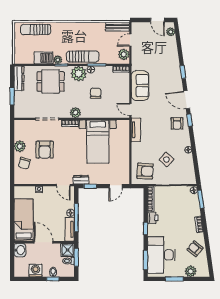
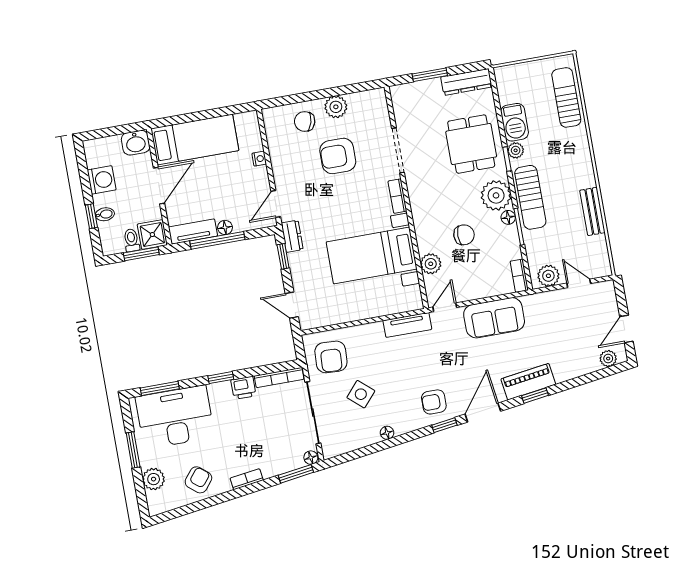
bench: (117, 27) -> (592, 211), moved
piano: (175, 74) -> (528, 382), added
plant: (75, 113) -> (431, 264), moved

